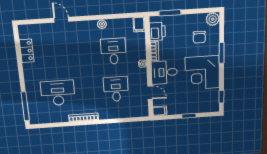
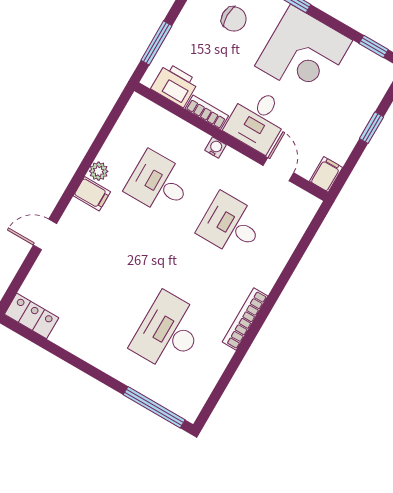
filing cabinet: (139, 25) -> (92, 194), moved
locker: (27, 51) -> (32, 316), moved
door: (150, 93) -> (278, 169), hinge flipped

